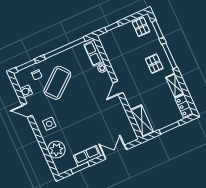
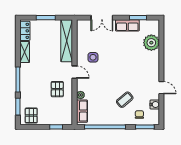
pallet: (154, 64) -> (57, 89), moved
coffee table: (57, 83) -> (125, 100), width x0.54, depth x0.58
door: (118, 88) -> (74, 72), hinge flipped
shelving: (142, 121) -> (67, 41), width x1.47
side table: (49, 124) -> (93, 57), moved

